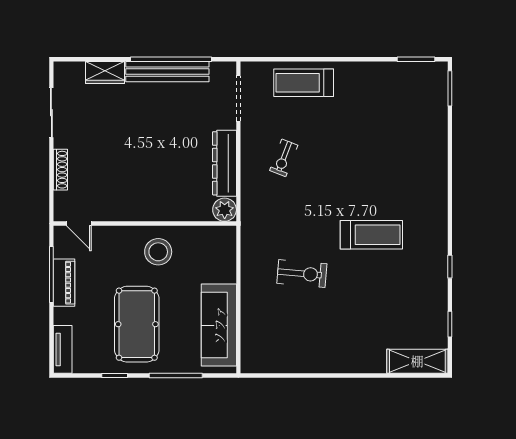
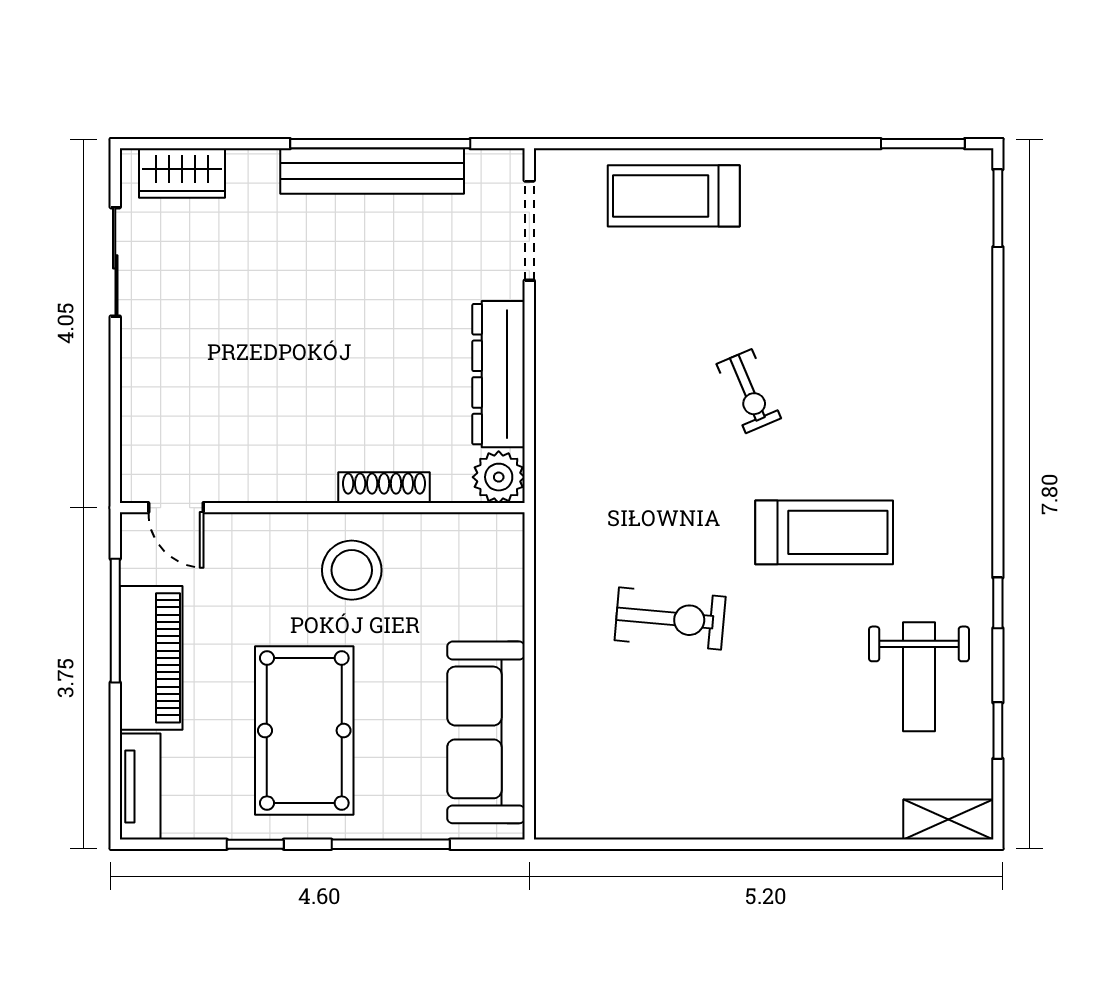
wardrobe: (105, 72) -> (182, 173), moved
exercise bike: (284, 158) -> (749, 391), moved, turned -44
shoe rack: (60, 170) -> (384, 488), moved, turned -90
piano: (64, 283) -> (151, 658), width x1.37, depth x1.33
weight bench: (414, 300) -> (919, 677), added
shelving: (417, 361) -> (948, 820), width x0.67, depth x0.75

